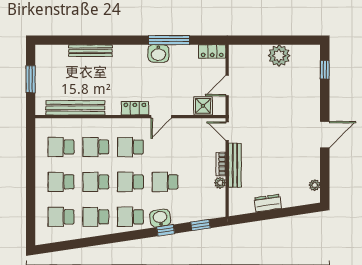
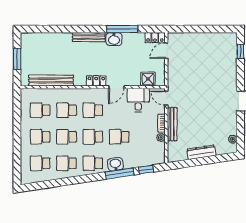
bench: (90, 51) -> (89, 37), moved
plant: (279, 56) -> (206, 41), removed
door: (227, 86) -> (166, 51), moved
desk: (190, 134) -> (138, 100), added
dresser: (268, 203) -> (201, 152), width x1.44
window: (166, 230) -> (120, 174), width x2.17

